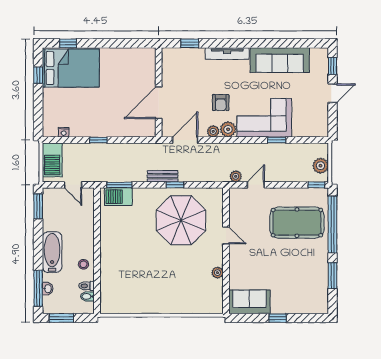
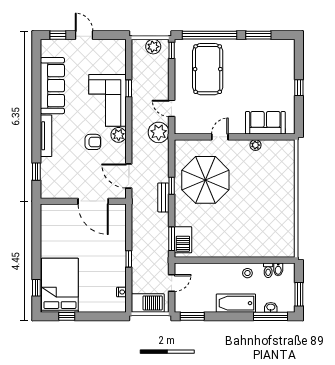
plant: (213, 131) -> (120, 149), removed
plant: (236, 176) -> (159, 132), width x1.88, depth x1.88
sofa: (249, 302) -> (265, 123), moved, turned 90

